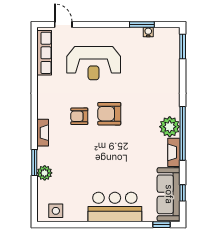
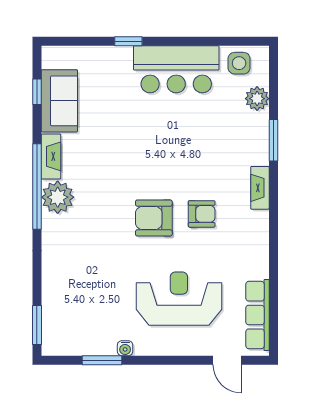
water cooler: (148, 32) -> (125, 348), moved
armchair: (109, 114) -> (154, 218), turned 180
plant: (45, 173) -> (257, 99), moved
sofa: (169, 194) -> (59, 101), width x0.73
bar counter: (115, 207) -> (176, 69), moved
window: (162, 225) -> (128, 41), moved

